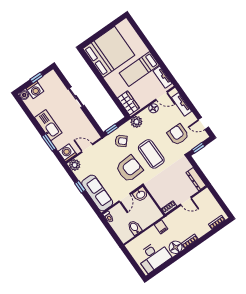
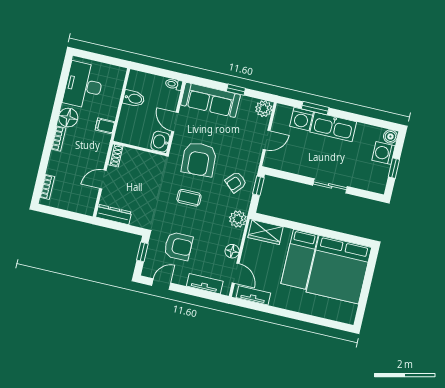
bed: (139, 69) -> (299, 259), moved, turned 180
door: (162, 96) -> (236, 273), swing flipped
washing machine: (67, 153) -> (301, 119), moved, turned 90
coffee table: (151, 154) -> (189, 198), width x0.54, depth x0.58

